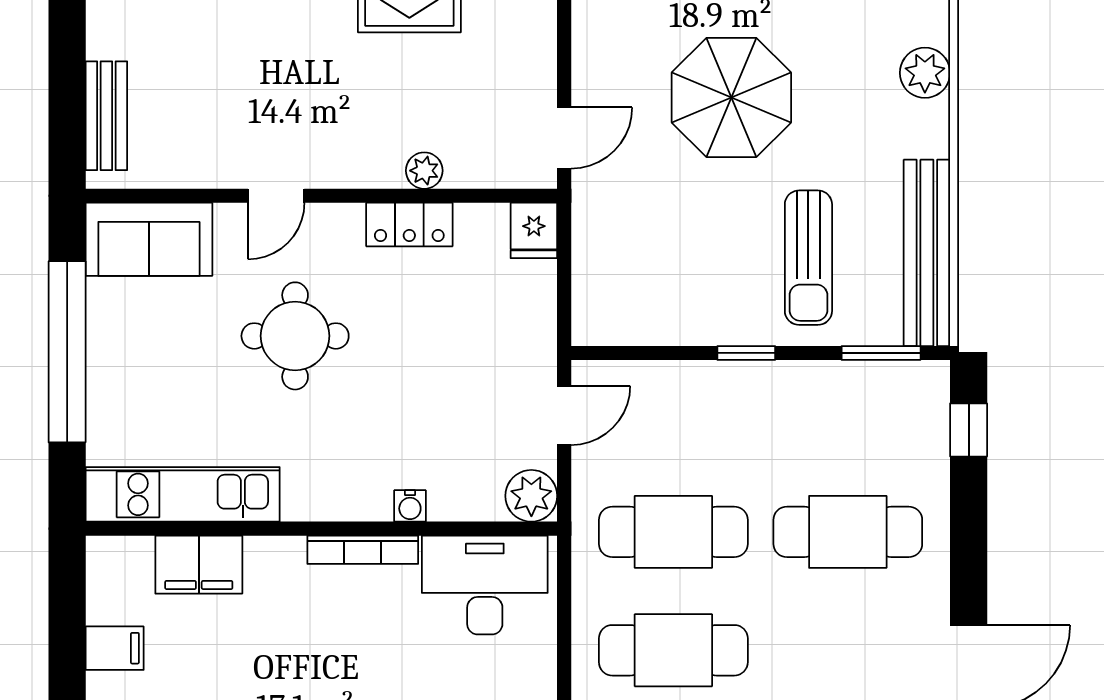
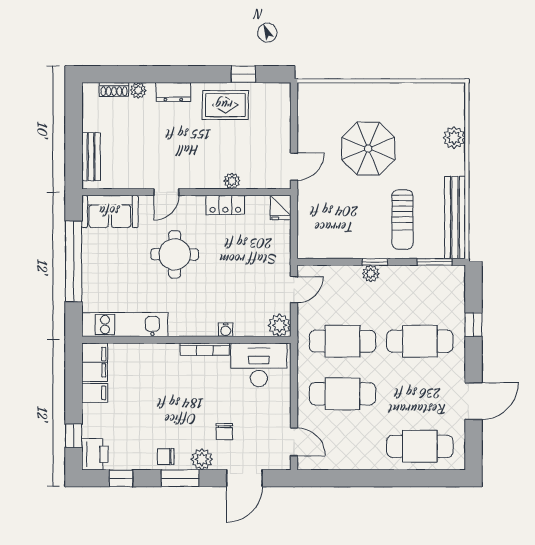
plant: (737, 379) -> (371, 273), added
window: (969, 430) -> (473, 325), moved
filing cabinet: (199, 565) -> (95, 362), moved, turned -90

